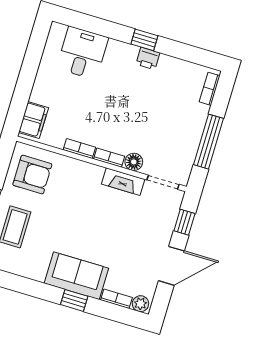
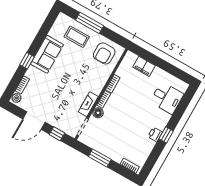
filing cabinet: (33, 120) -> (144, 66), moved
window: (208, 142) -> (100, 158), width x0.69
door: (171, 266) -> (34, 121), hinge flipped
sofa: (76, 276) -> (47, 54), moved

